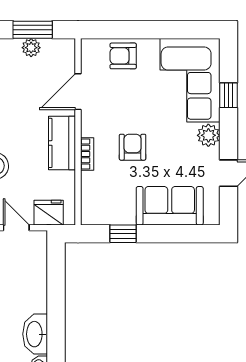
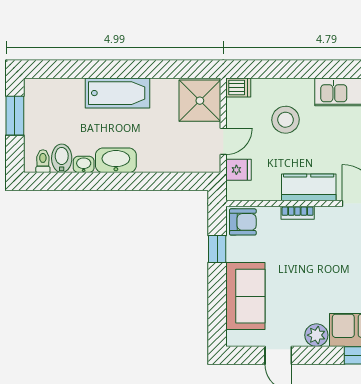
armchair: (133, 147) -> (243, 222), moved
fridge: (49, 213) -> (238, 170), width x0.72

